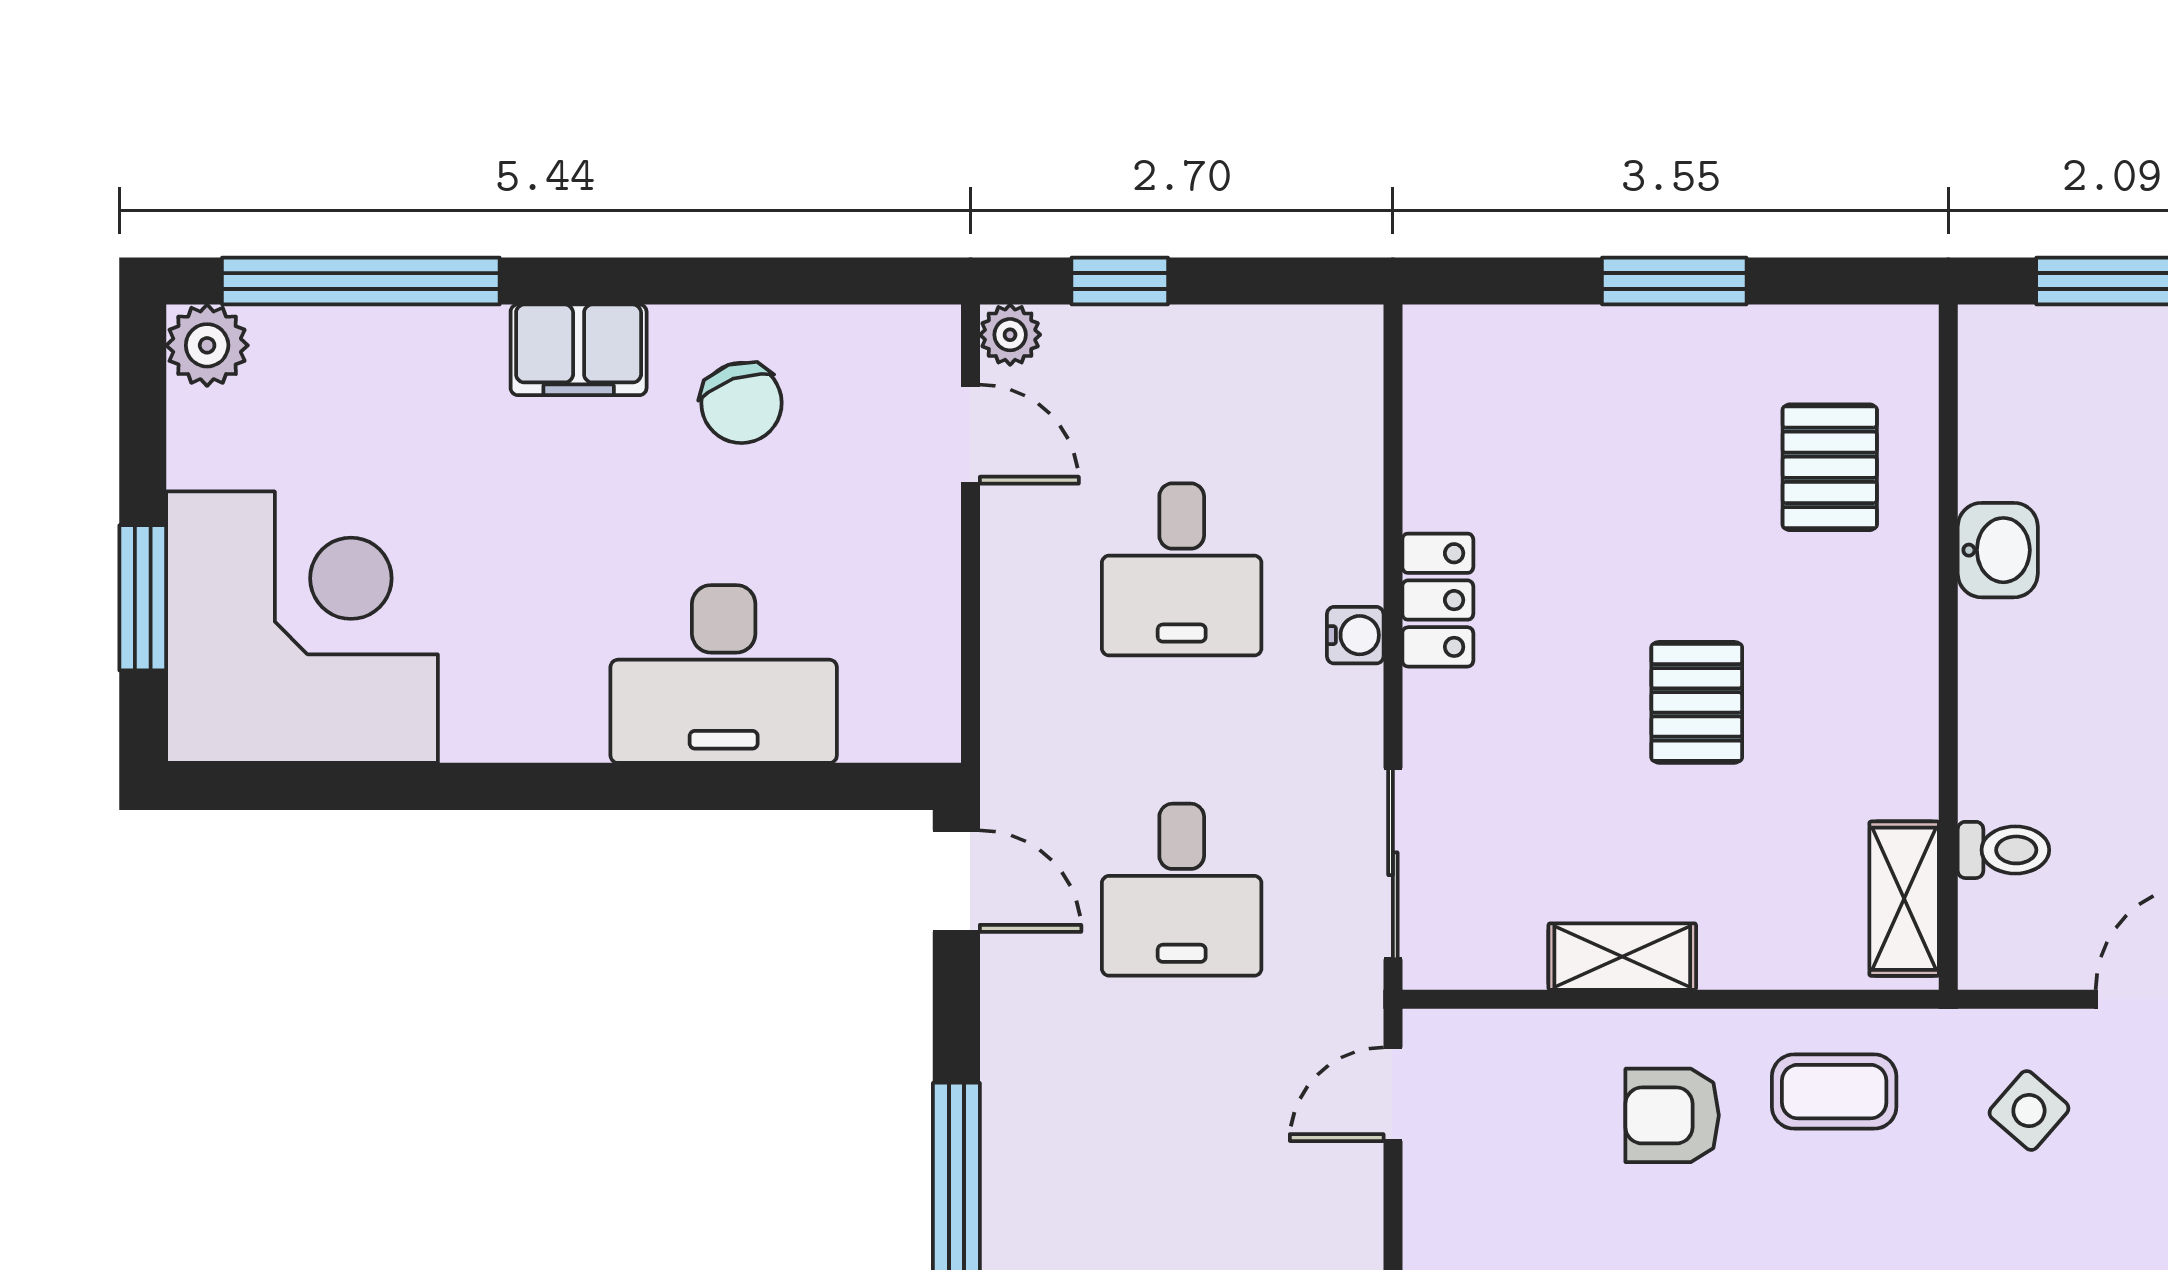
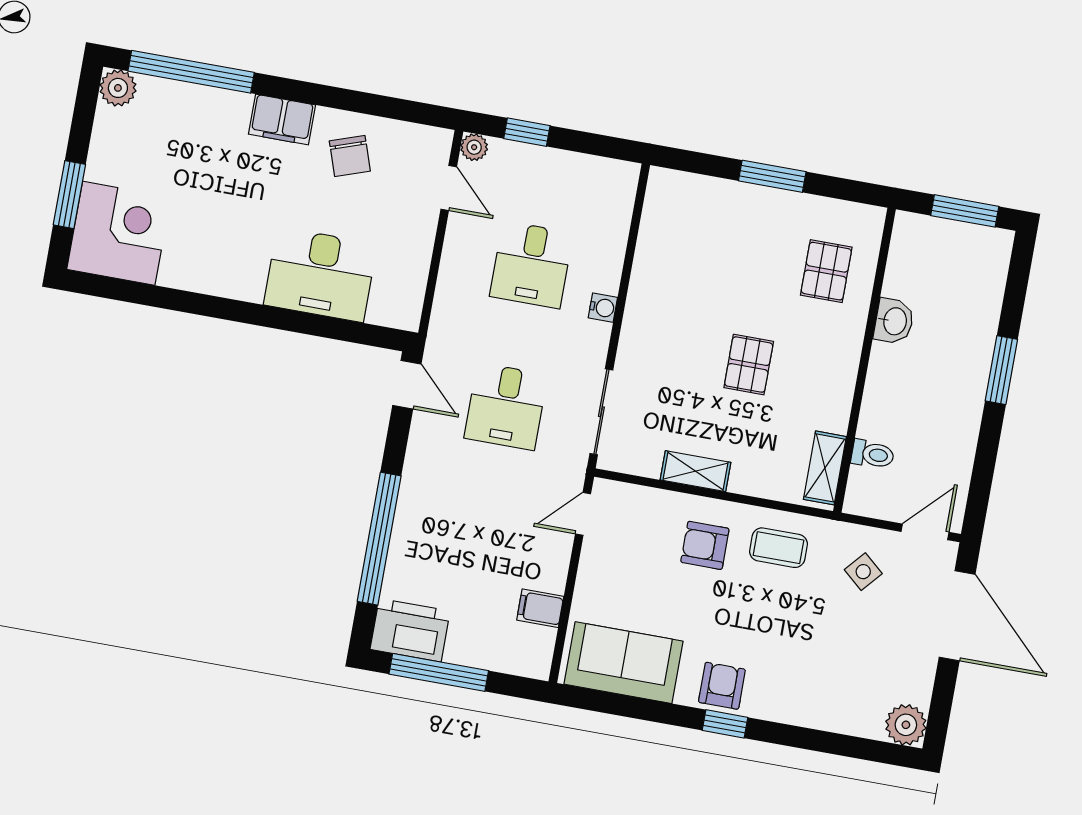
locker: (1438, 600) -> (642, 299), removed
corner desk: (302, 627) -> (119, 233), width x0.74, depth x0.74

